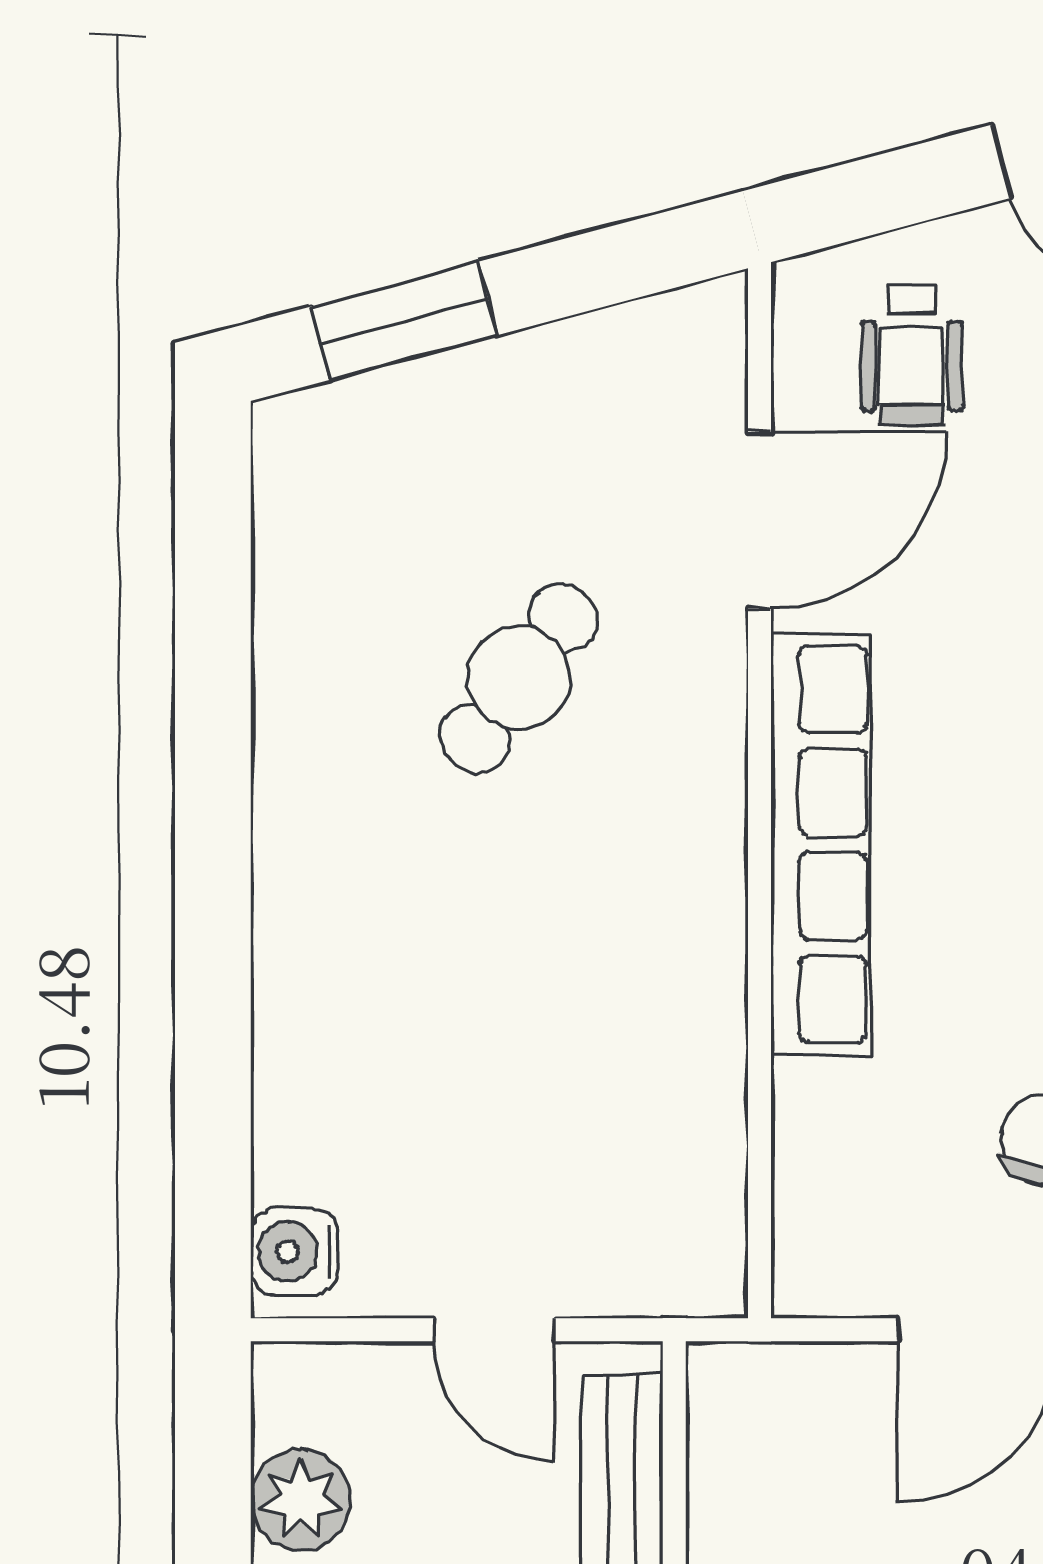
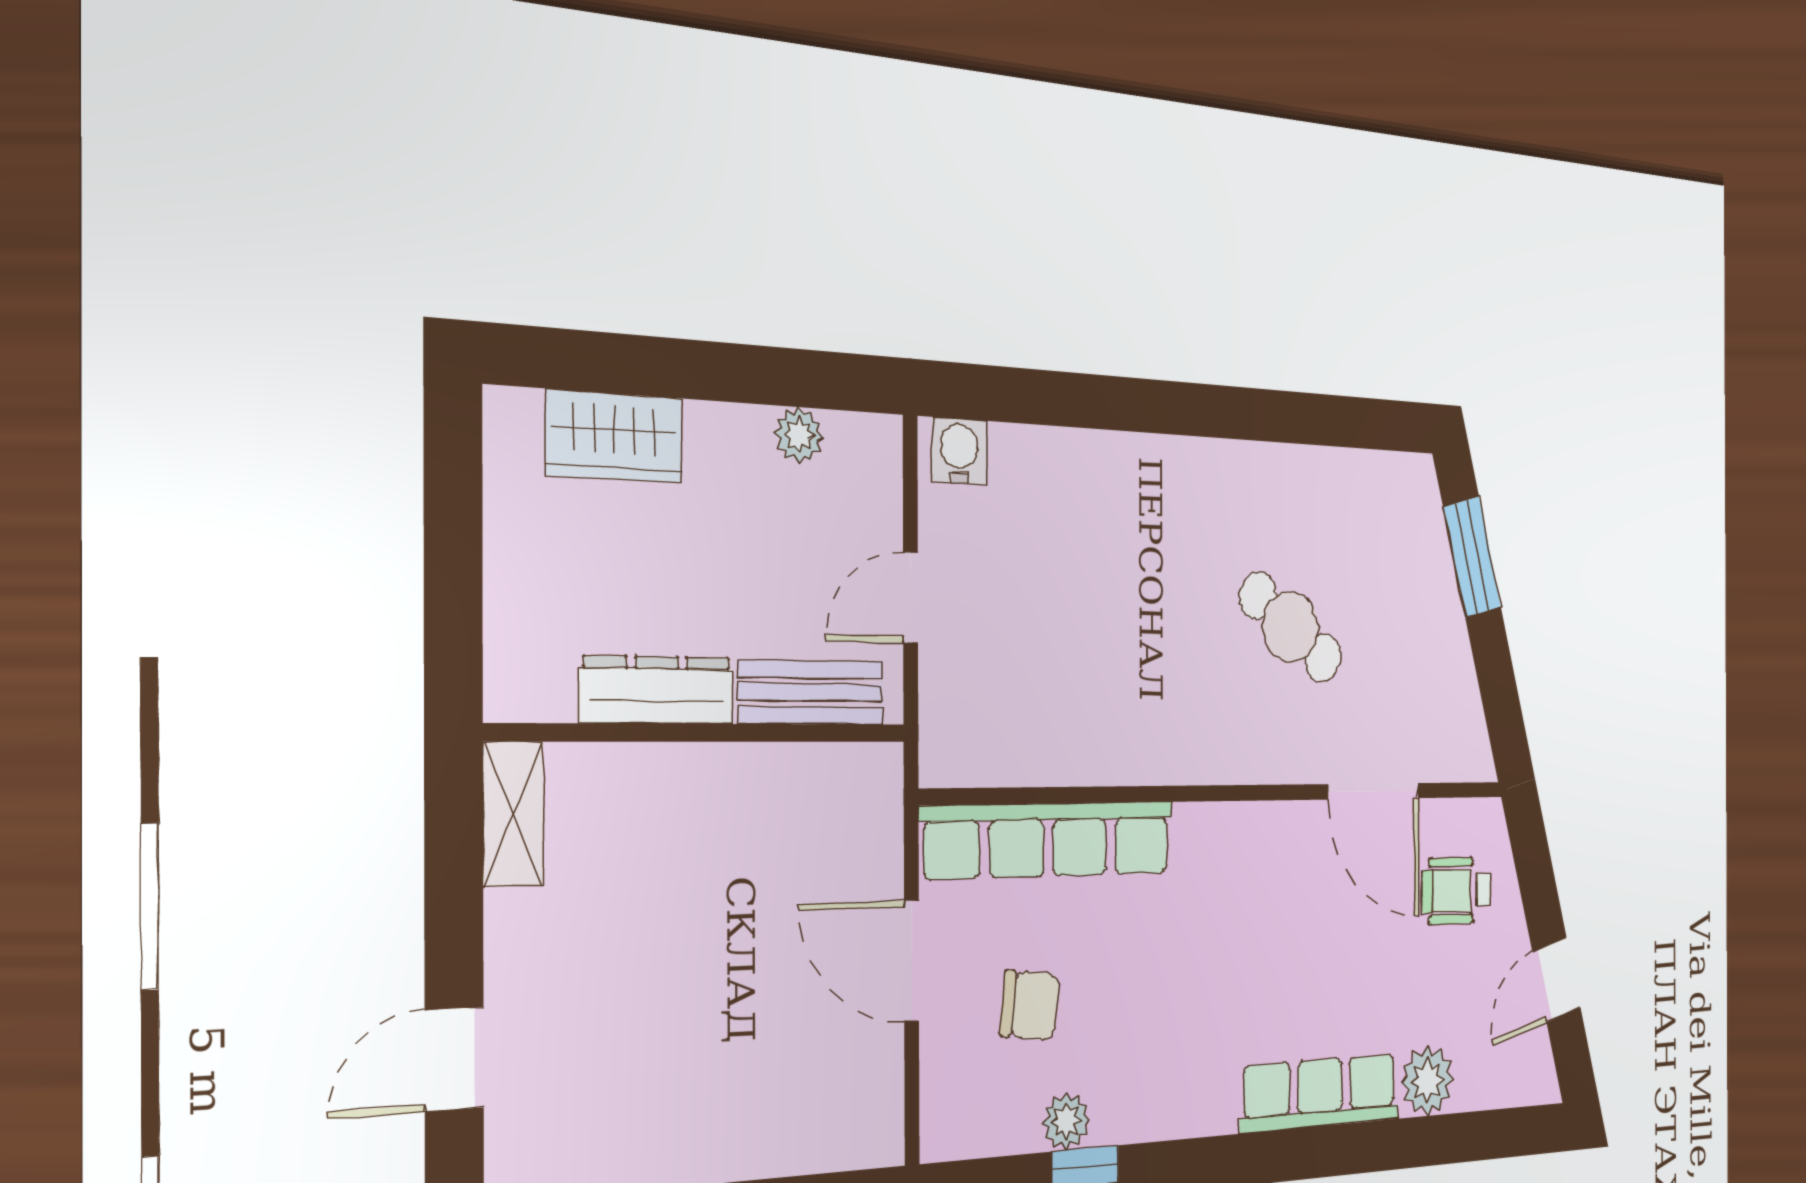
row of seats: (821, 844) -> (1048, 840), moved
plant: (301, 1500) -> (799, 435), width x0.73, depth x0.73

